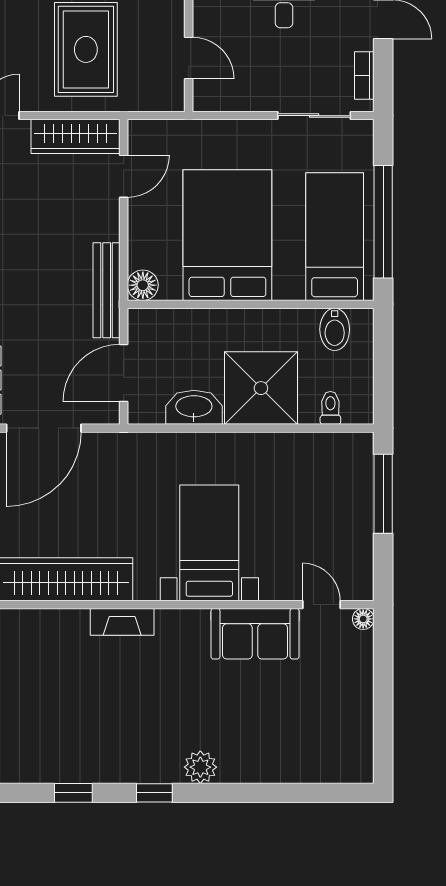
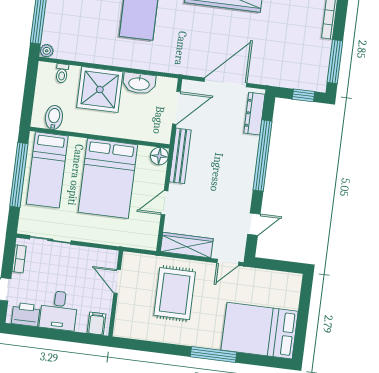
door: (124, 176) -> (164, 203), moved
plant: (362, 444) -> (47, 51), added

